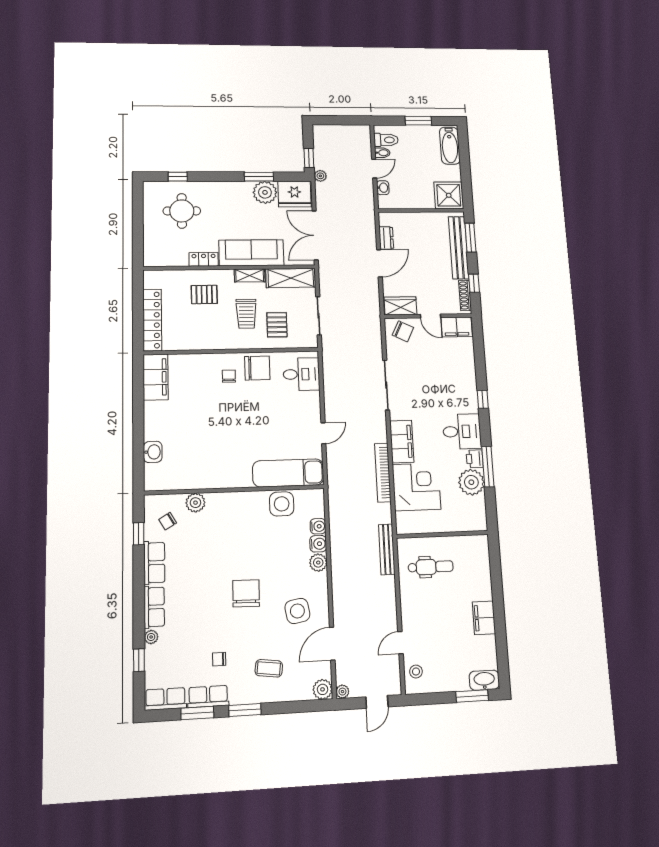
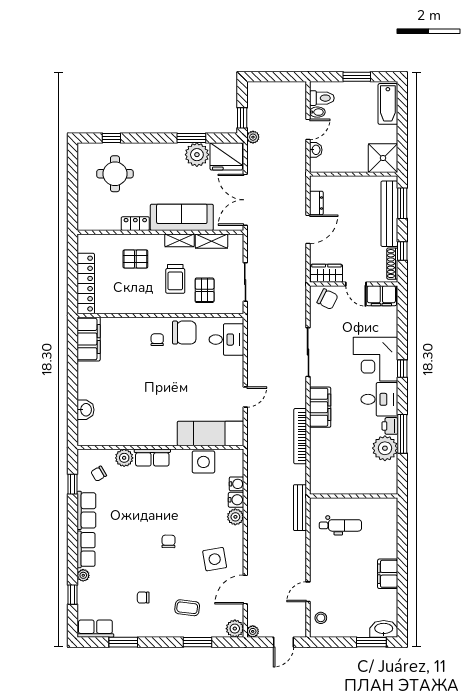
shelving: (291, 278) -> (211, 241), width x0.67, depth x0.75
corner desk: (416, 487) -> (375, 359), moved, turned 180
chair: (246, 593) -> (169, 541), width x0.54, depth x0.54
row of seats: (208, 696) -> (152, 458), moved, turned 180
window: (245, 710) -> (197, 642), moved

